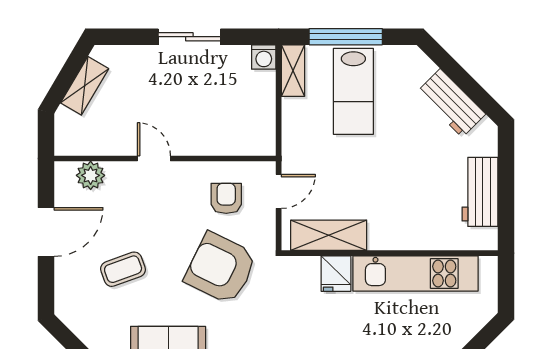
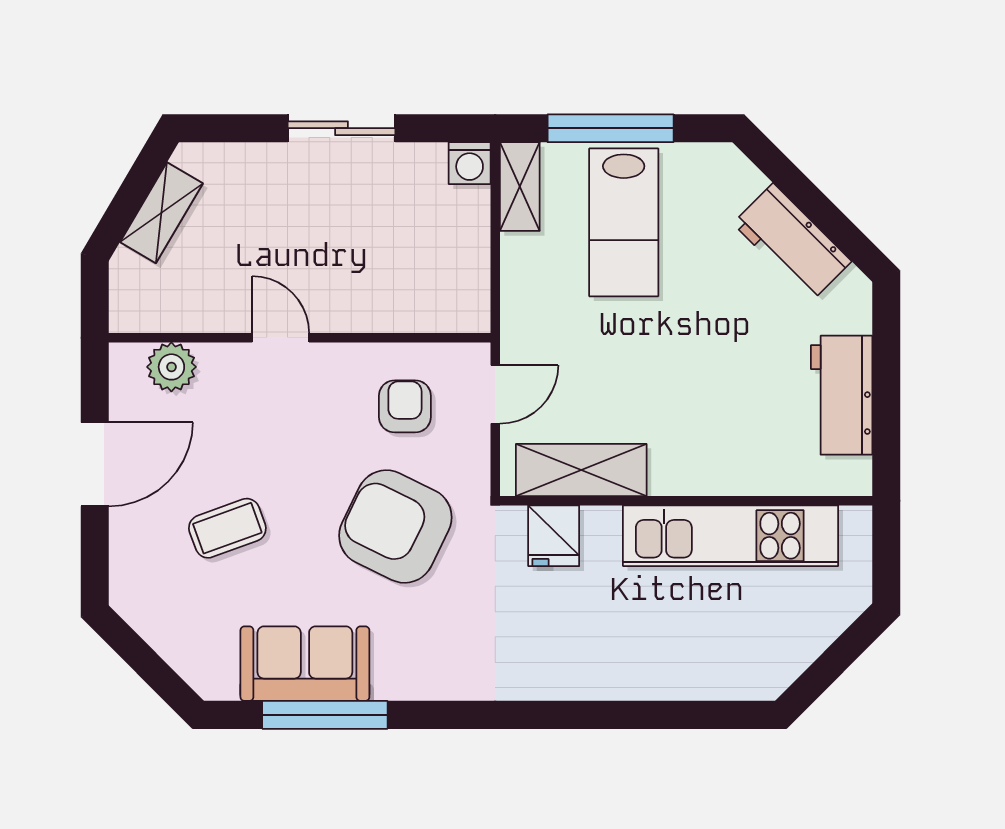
fridge: (336, 274) -> (554, 536), moved

